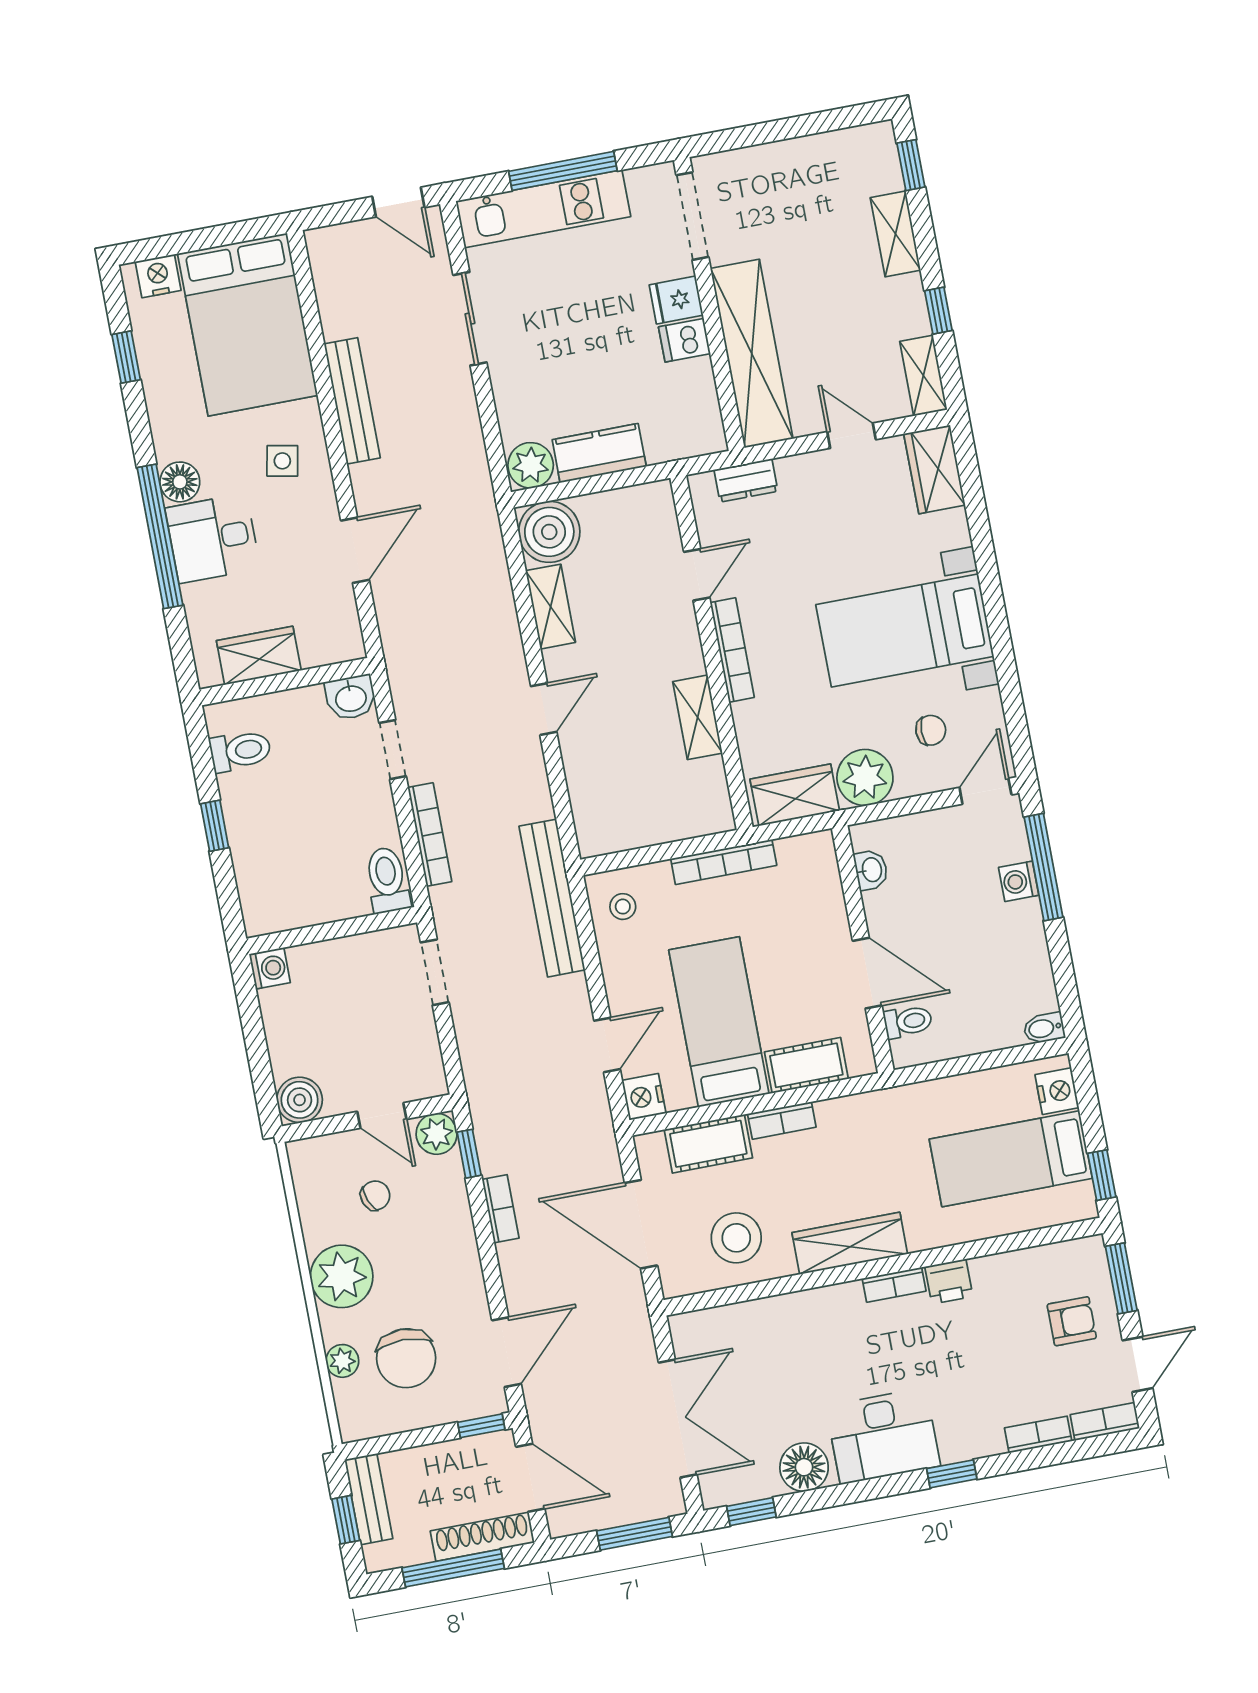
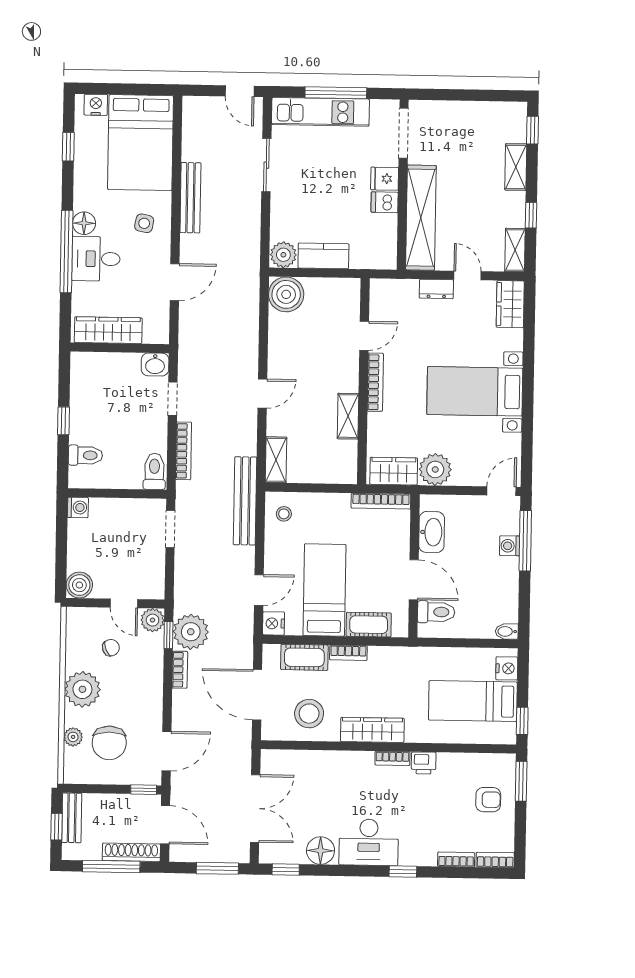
dresser: (746, 480) -> (436, 289), moved
shelving: (551, 607) -> (276, 460), moved
wardrobe: (259, 656) -> (108, 330), width x1.50
chair: (931, 730) -> (478, 451), removed
toilet: (240, 751) -> (85, 455), moved
bookcase: (724, 862) -> (381, 501), moved
washbasin: (871, 870) -> (432, 532), width x1.91, depth x1.45
toilet: (908, 1022) -> (436, 612), width x1.37, depth x1.39
plant: (506, 1140) -> (191, 632), added
door: (1138, 1364) -> (520, 832), removed

